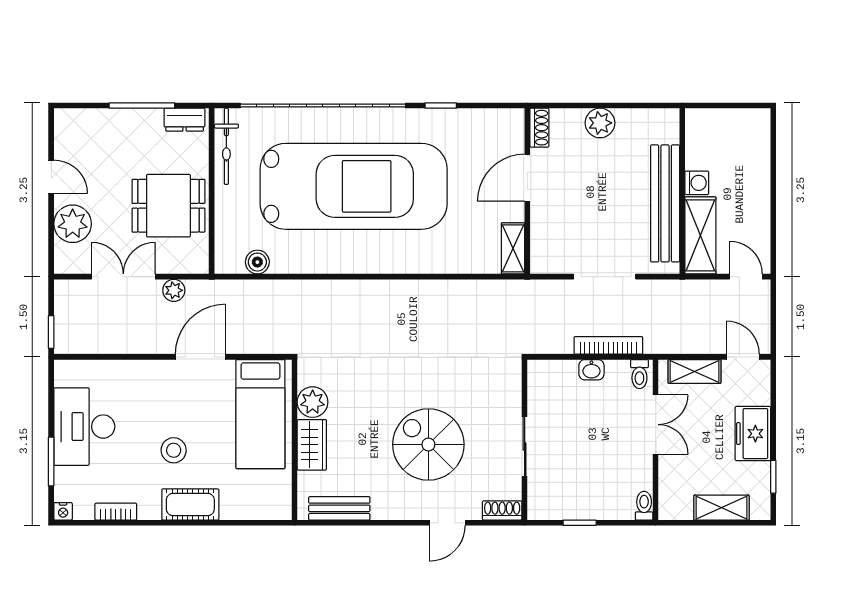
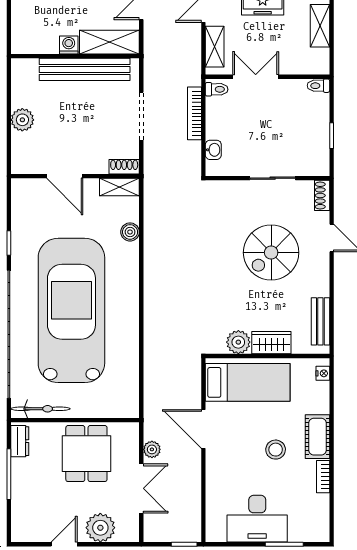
shoe rack: (539, 128) -> (124, 167), moved
boiler: (257, 262) -> (130, 232), moved
double door: (123, 277) -> (141, 488), swing flipped
washbasin: (591, 370) -> (213, 150), moved
nightstand: (63, 511) -> (323, 373), moved
bookcase: (116, 512) -> (323, 477), moved

